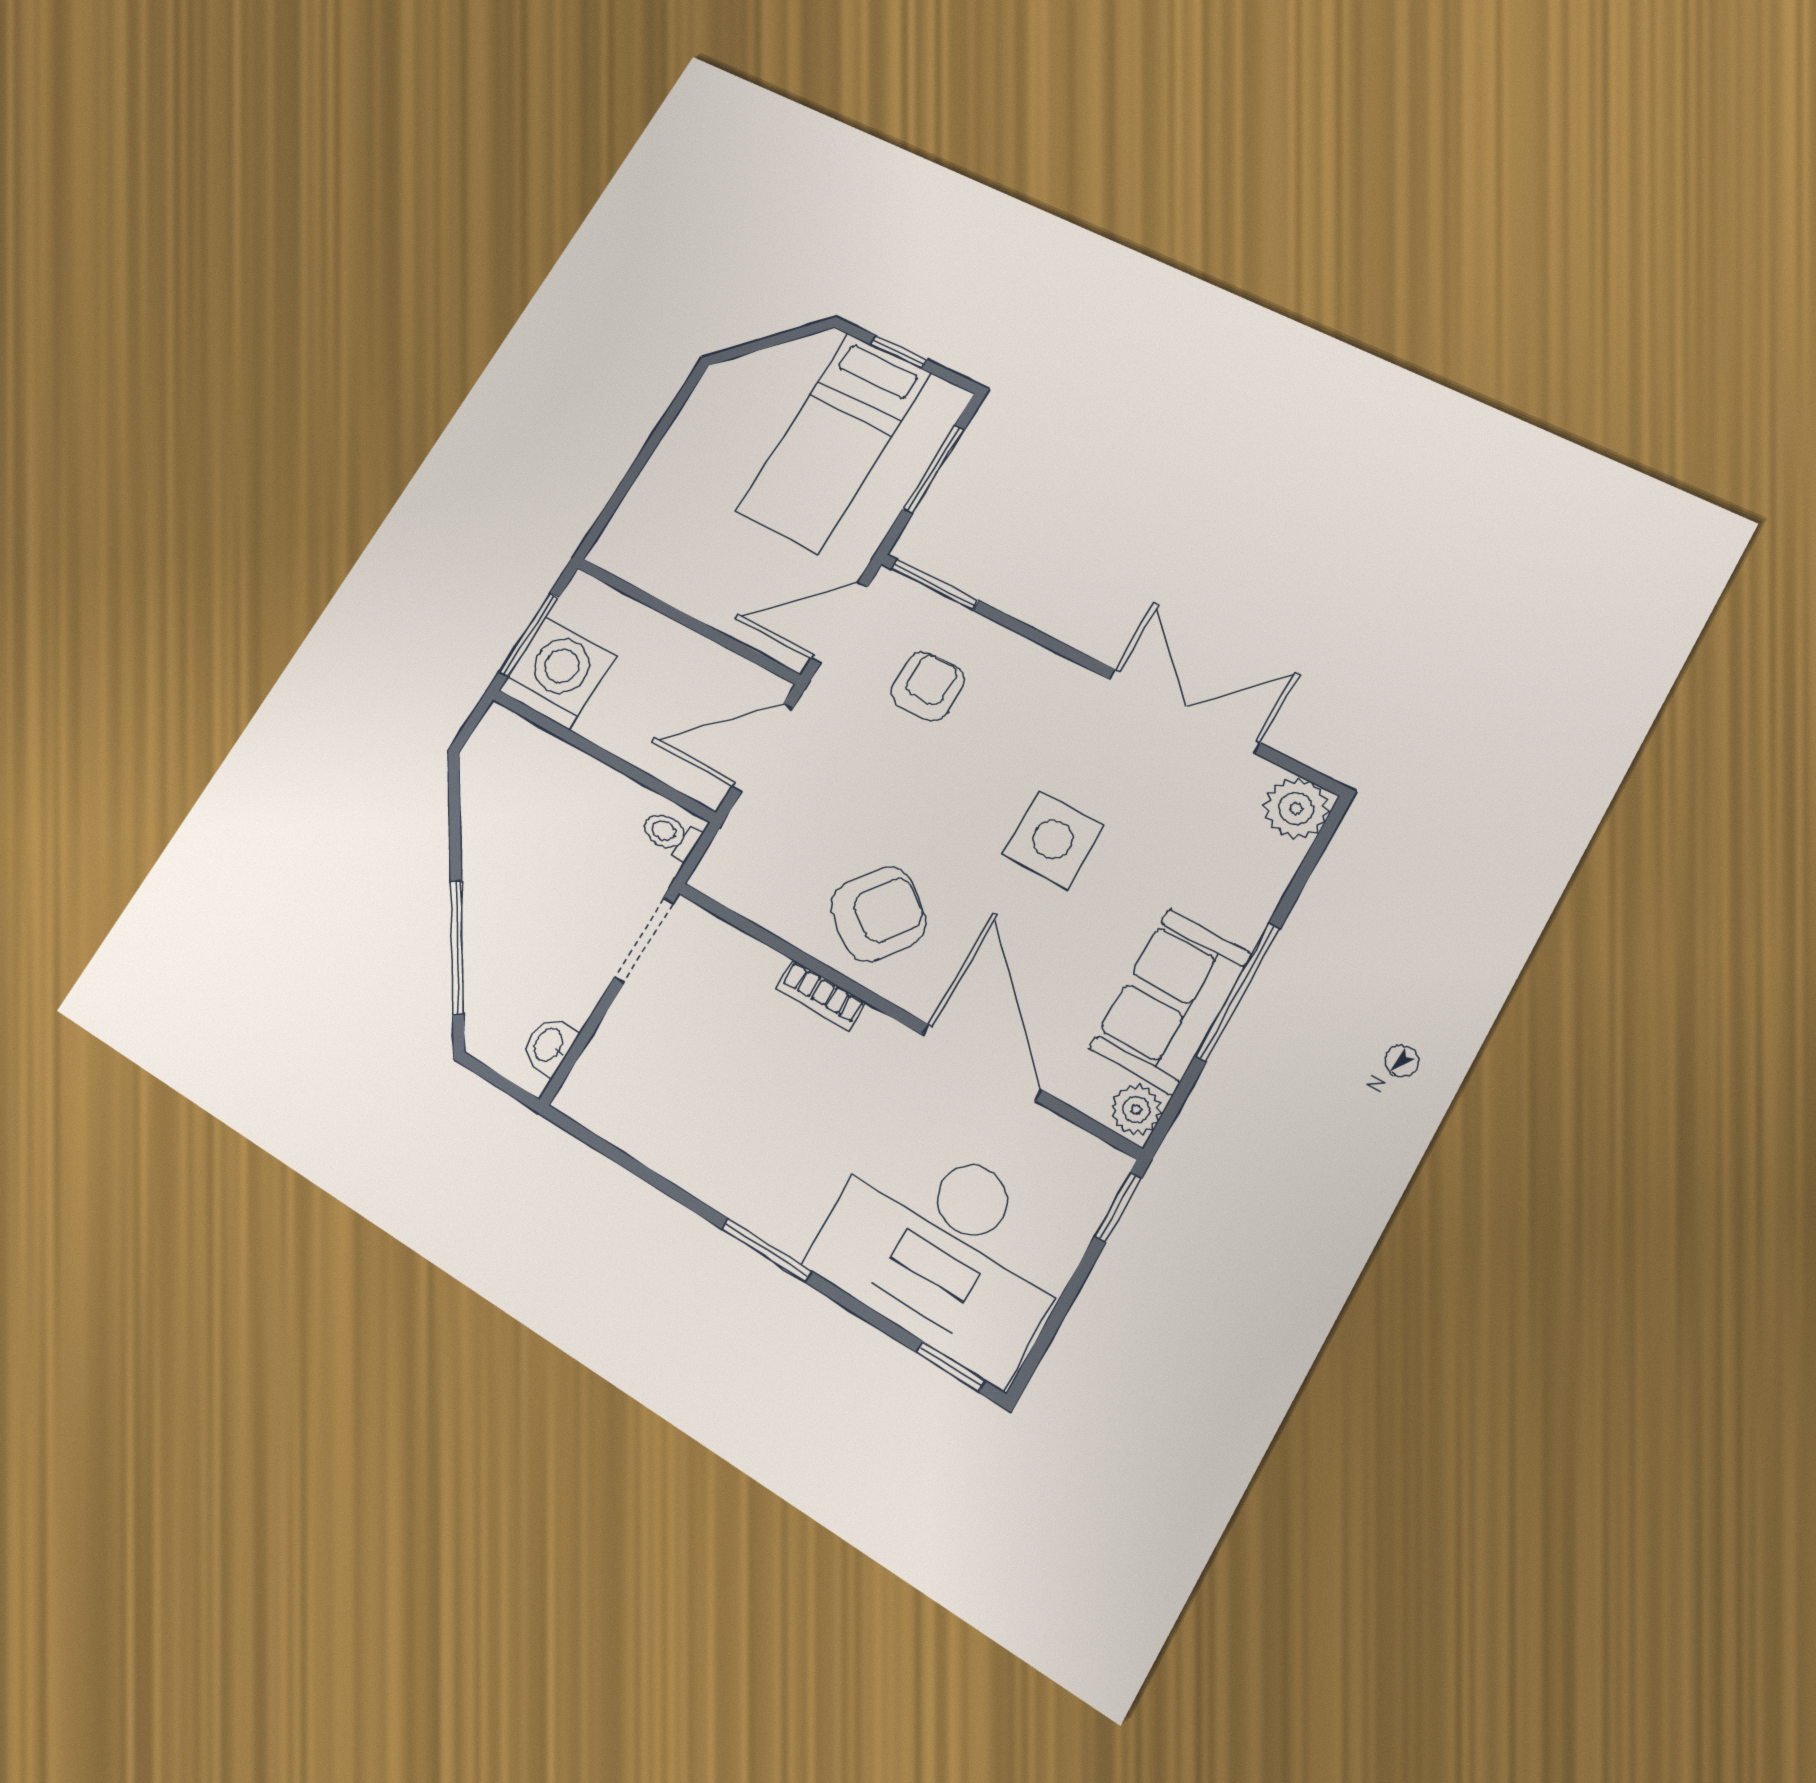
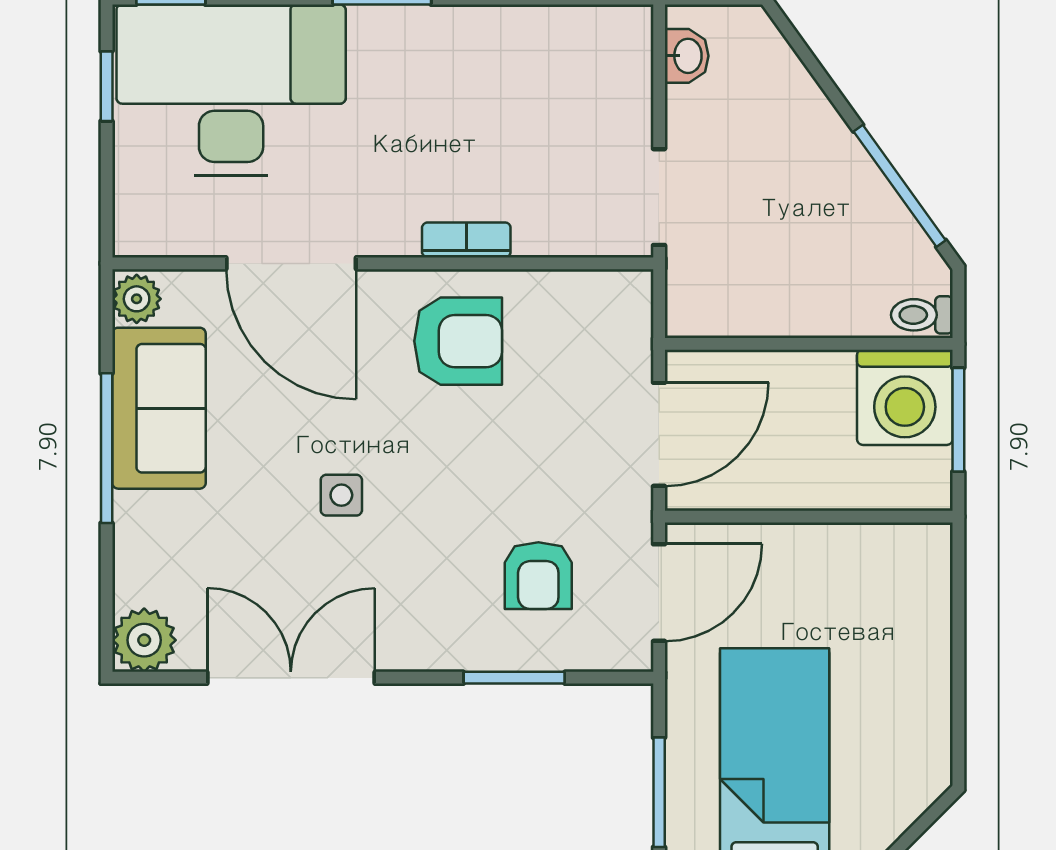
window: (935, 585) -> (514, 678), moved
double door: (1184, 711) -> (291, 678), swing flipped
toilet: (670, 835) -> (922, 315), moved, turned 180
side table: (1053, 839) -> (341, 495), width x0.54, depth x0.54
armchair: (879, 914) -> (458, 341), turned -127
window: (457, 947) -> (900, 186), moved
window: (1118, 1207) -> (107, 86), moved

